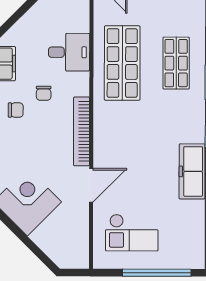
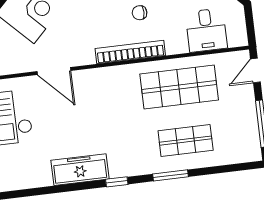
desk: (69, 52) -> (206, 30), moved
bookcase: (82, 131) -> (130, 52), moved

